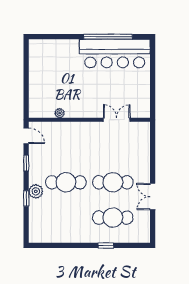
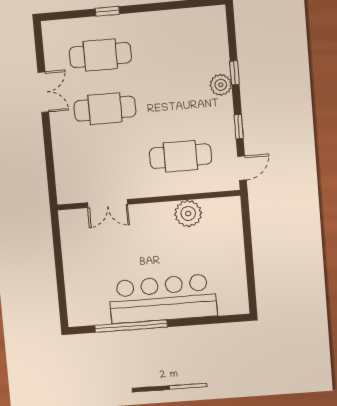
bar counter: (115, 53) -> (163, 299), moved
plant: (60, 113) -> (188, 213), width x1.88, depth x1.88
door: (26, 136) -> (242, 168), swing flipped
cafe table: (66, 182) -> (180, 156), moved

